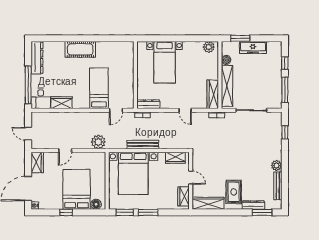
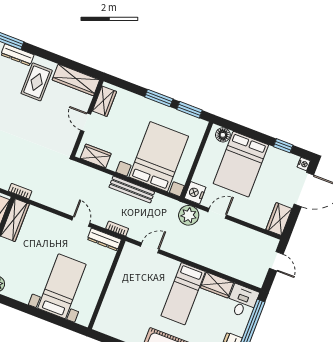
bed: (99, 88) -> (183, 294), moved
door: (185, 110) -> (81, 221), moved
door: (65, 151) -> (217, 213), moved
nightstand: (100, 159) -> (195, 193), added
window: (66, 212) -> (283, 146), moved

